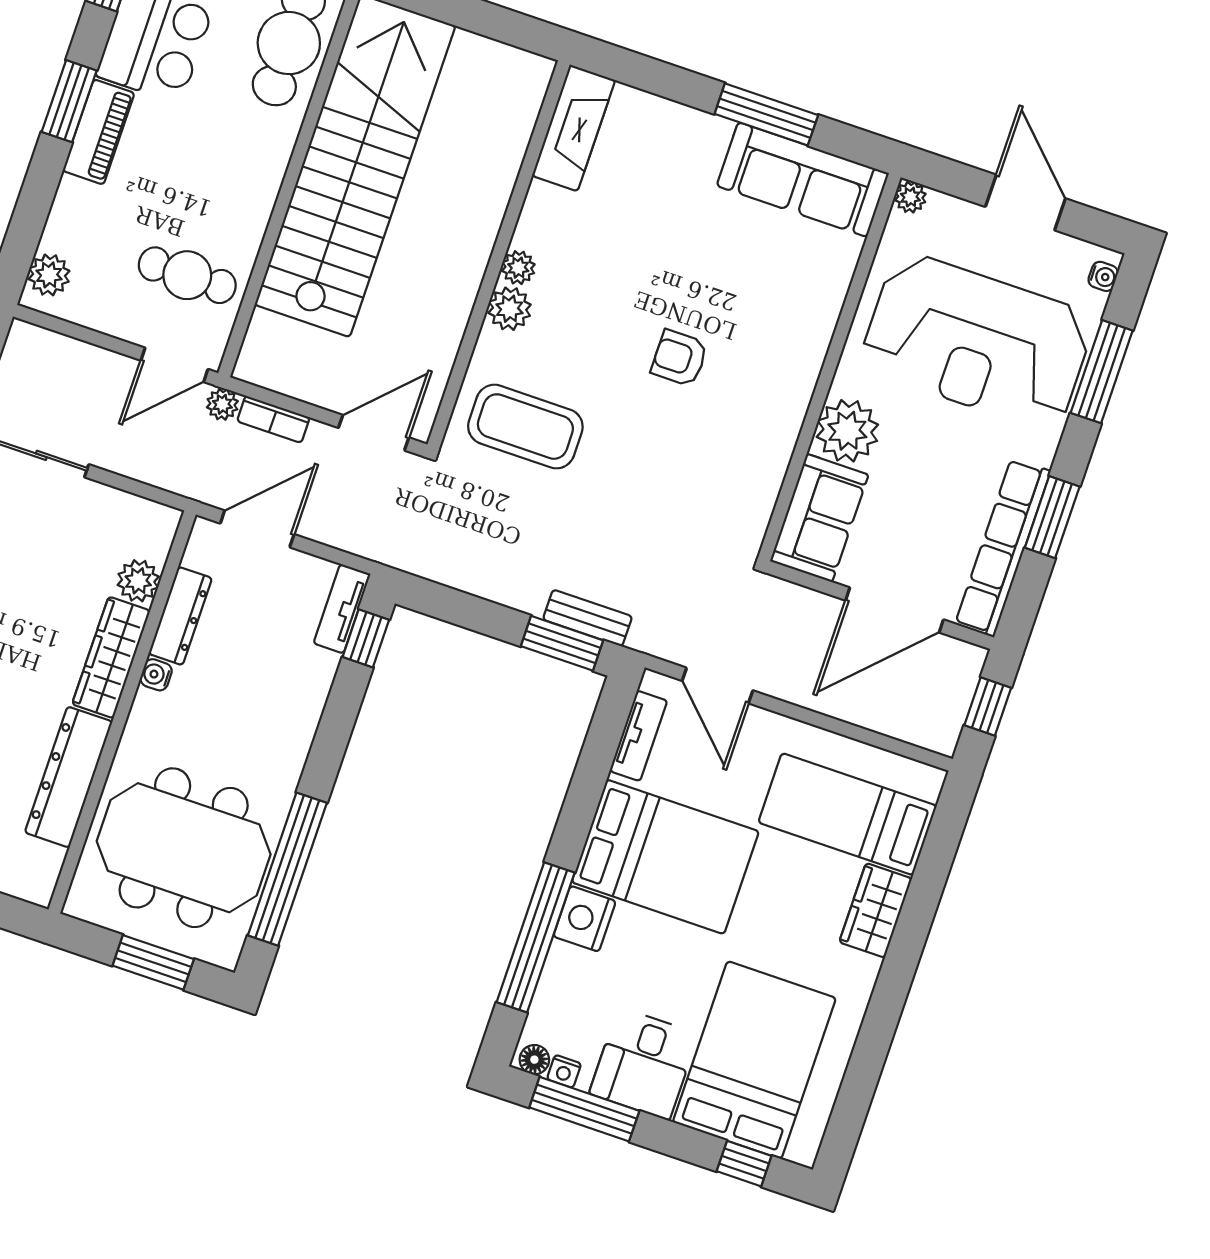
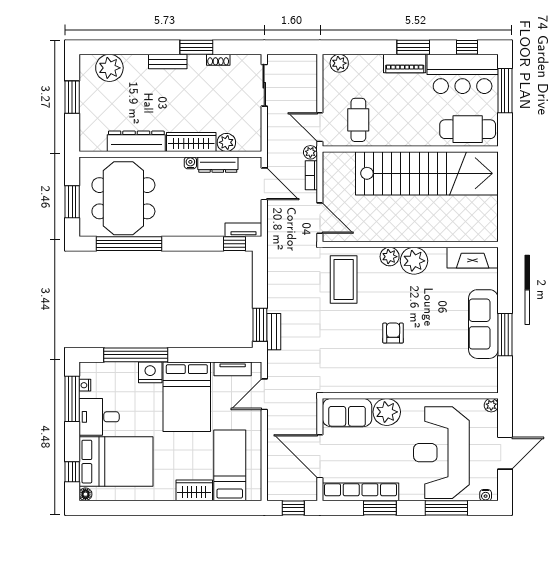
sofa: (803, 180) -> (483, 324), moved
plant: (518, 268) -> (414, 261), width x1.88, depth x1.88
floor lamp: (534, 1060) -> (85, 494), moved

